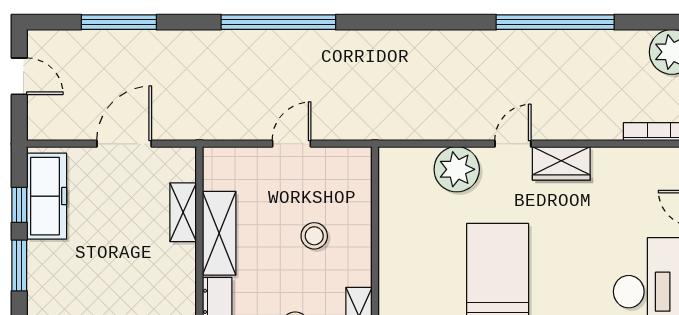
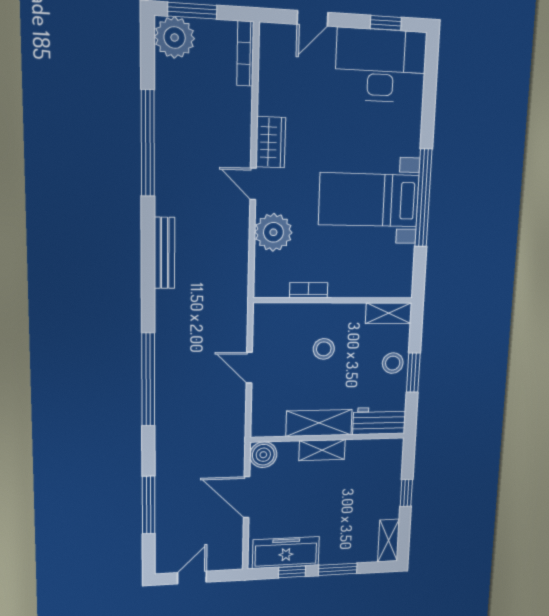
bench: (430, 41) -> (165, 253), added
boiler: (179, 164) -> (263, 455), added
shelving: (183, 212) -> (322, 450), moved
bookcase: (387, 214) -> (309, 290), added

